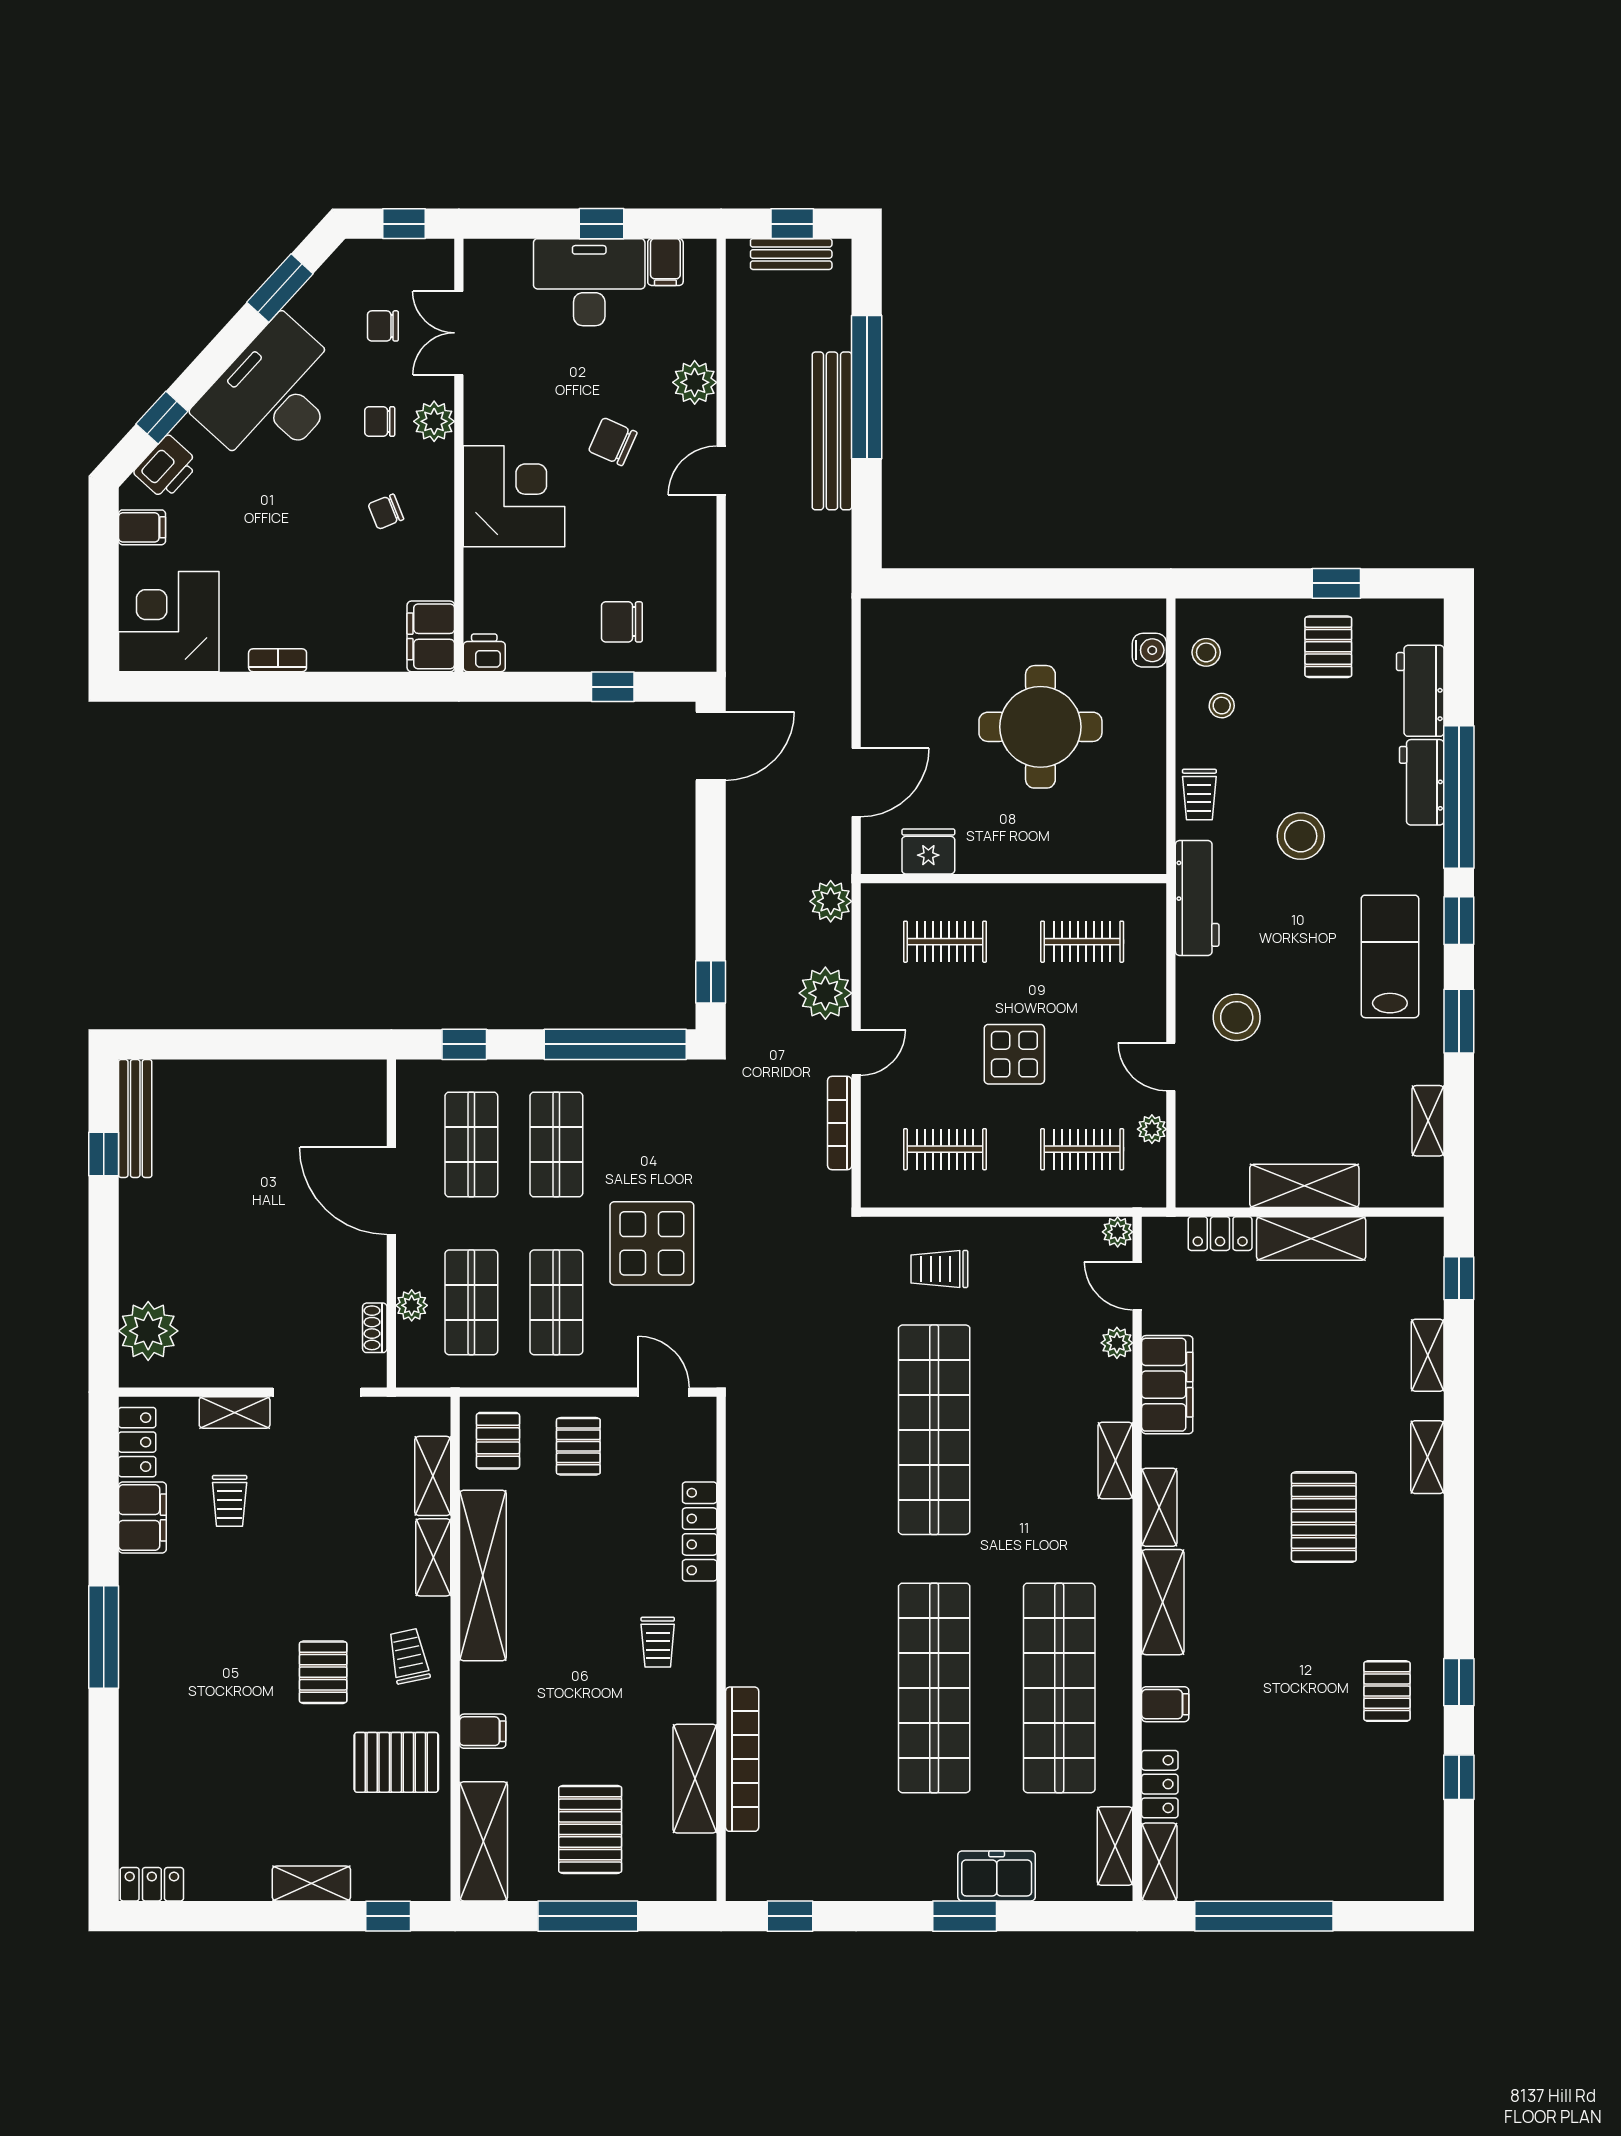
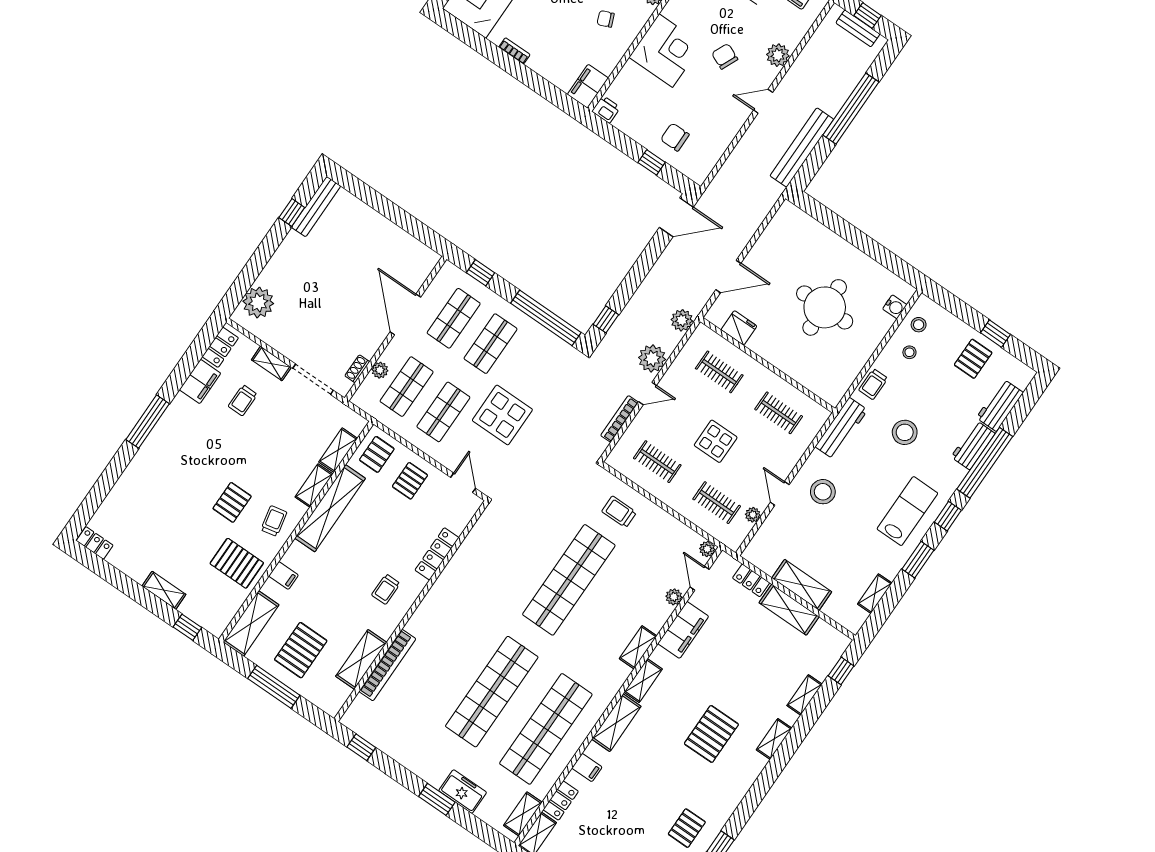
bench: (832, 431) -> (802, 148), moved

